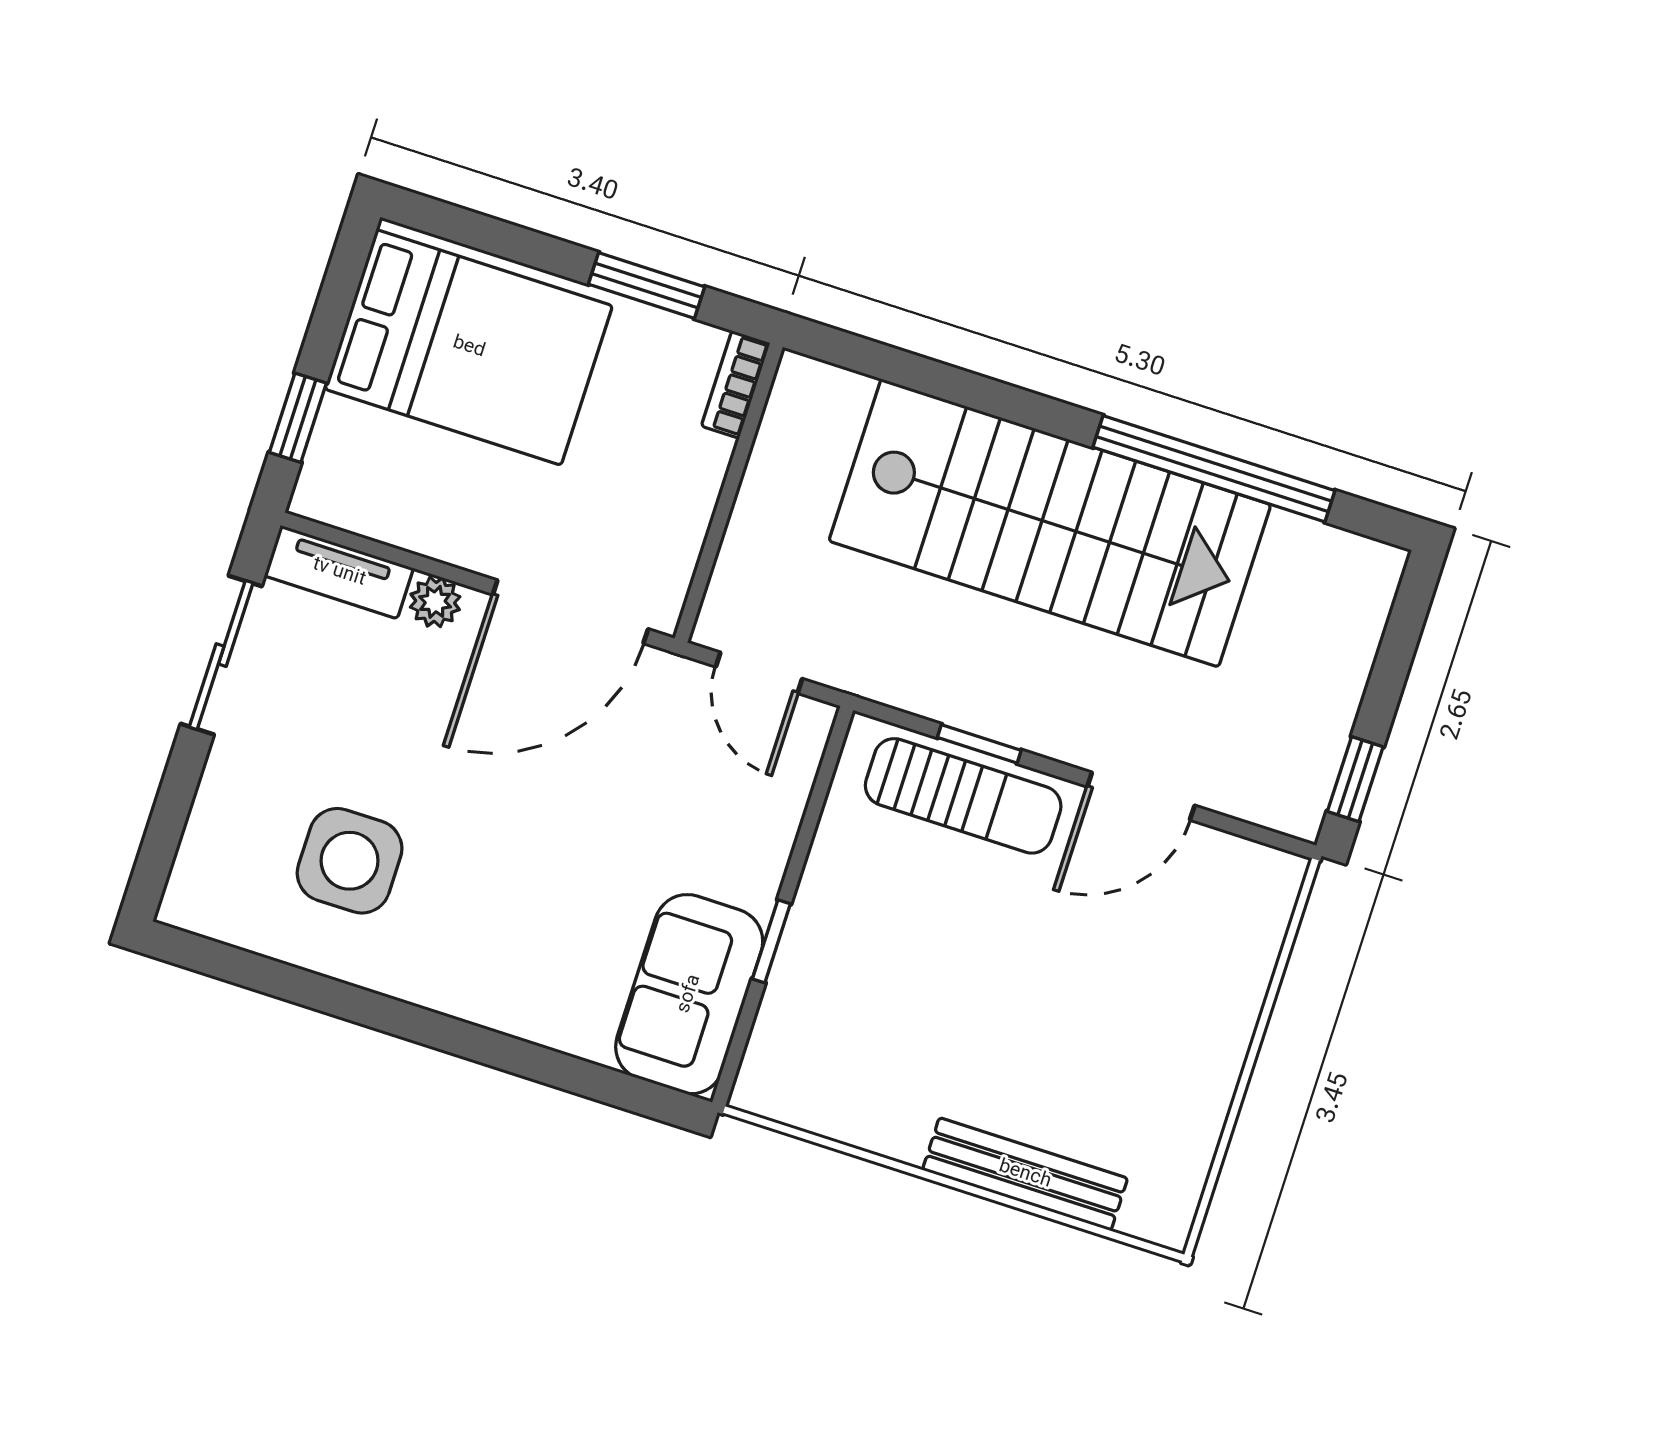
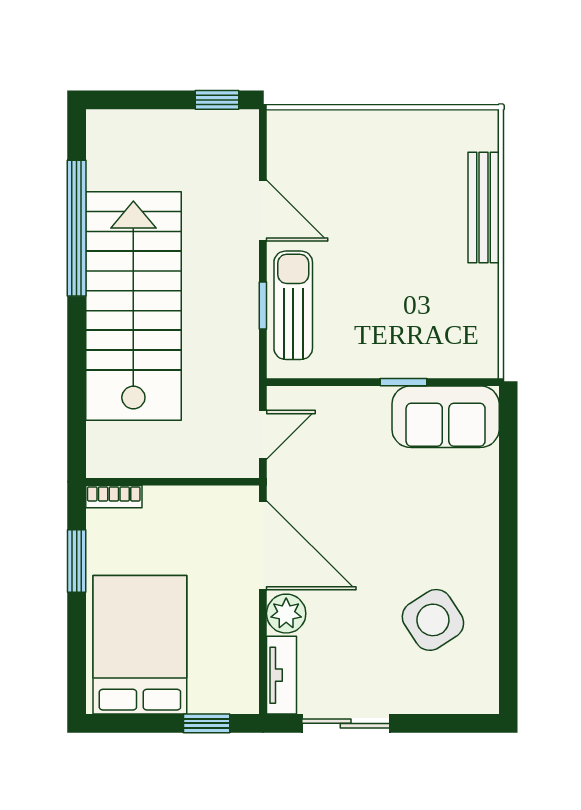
plant: (435, 602) -> (286, 614), width x1.38, depth x1.38
side table: (350, 861) -> (433, 620), turned -33

